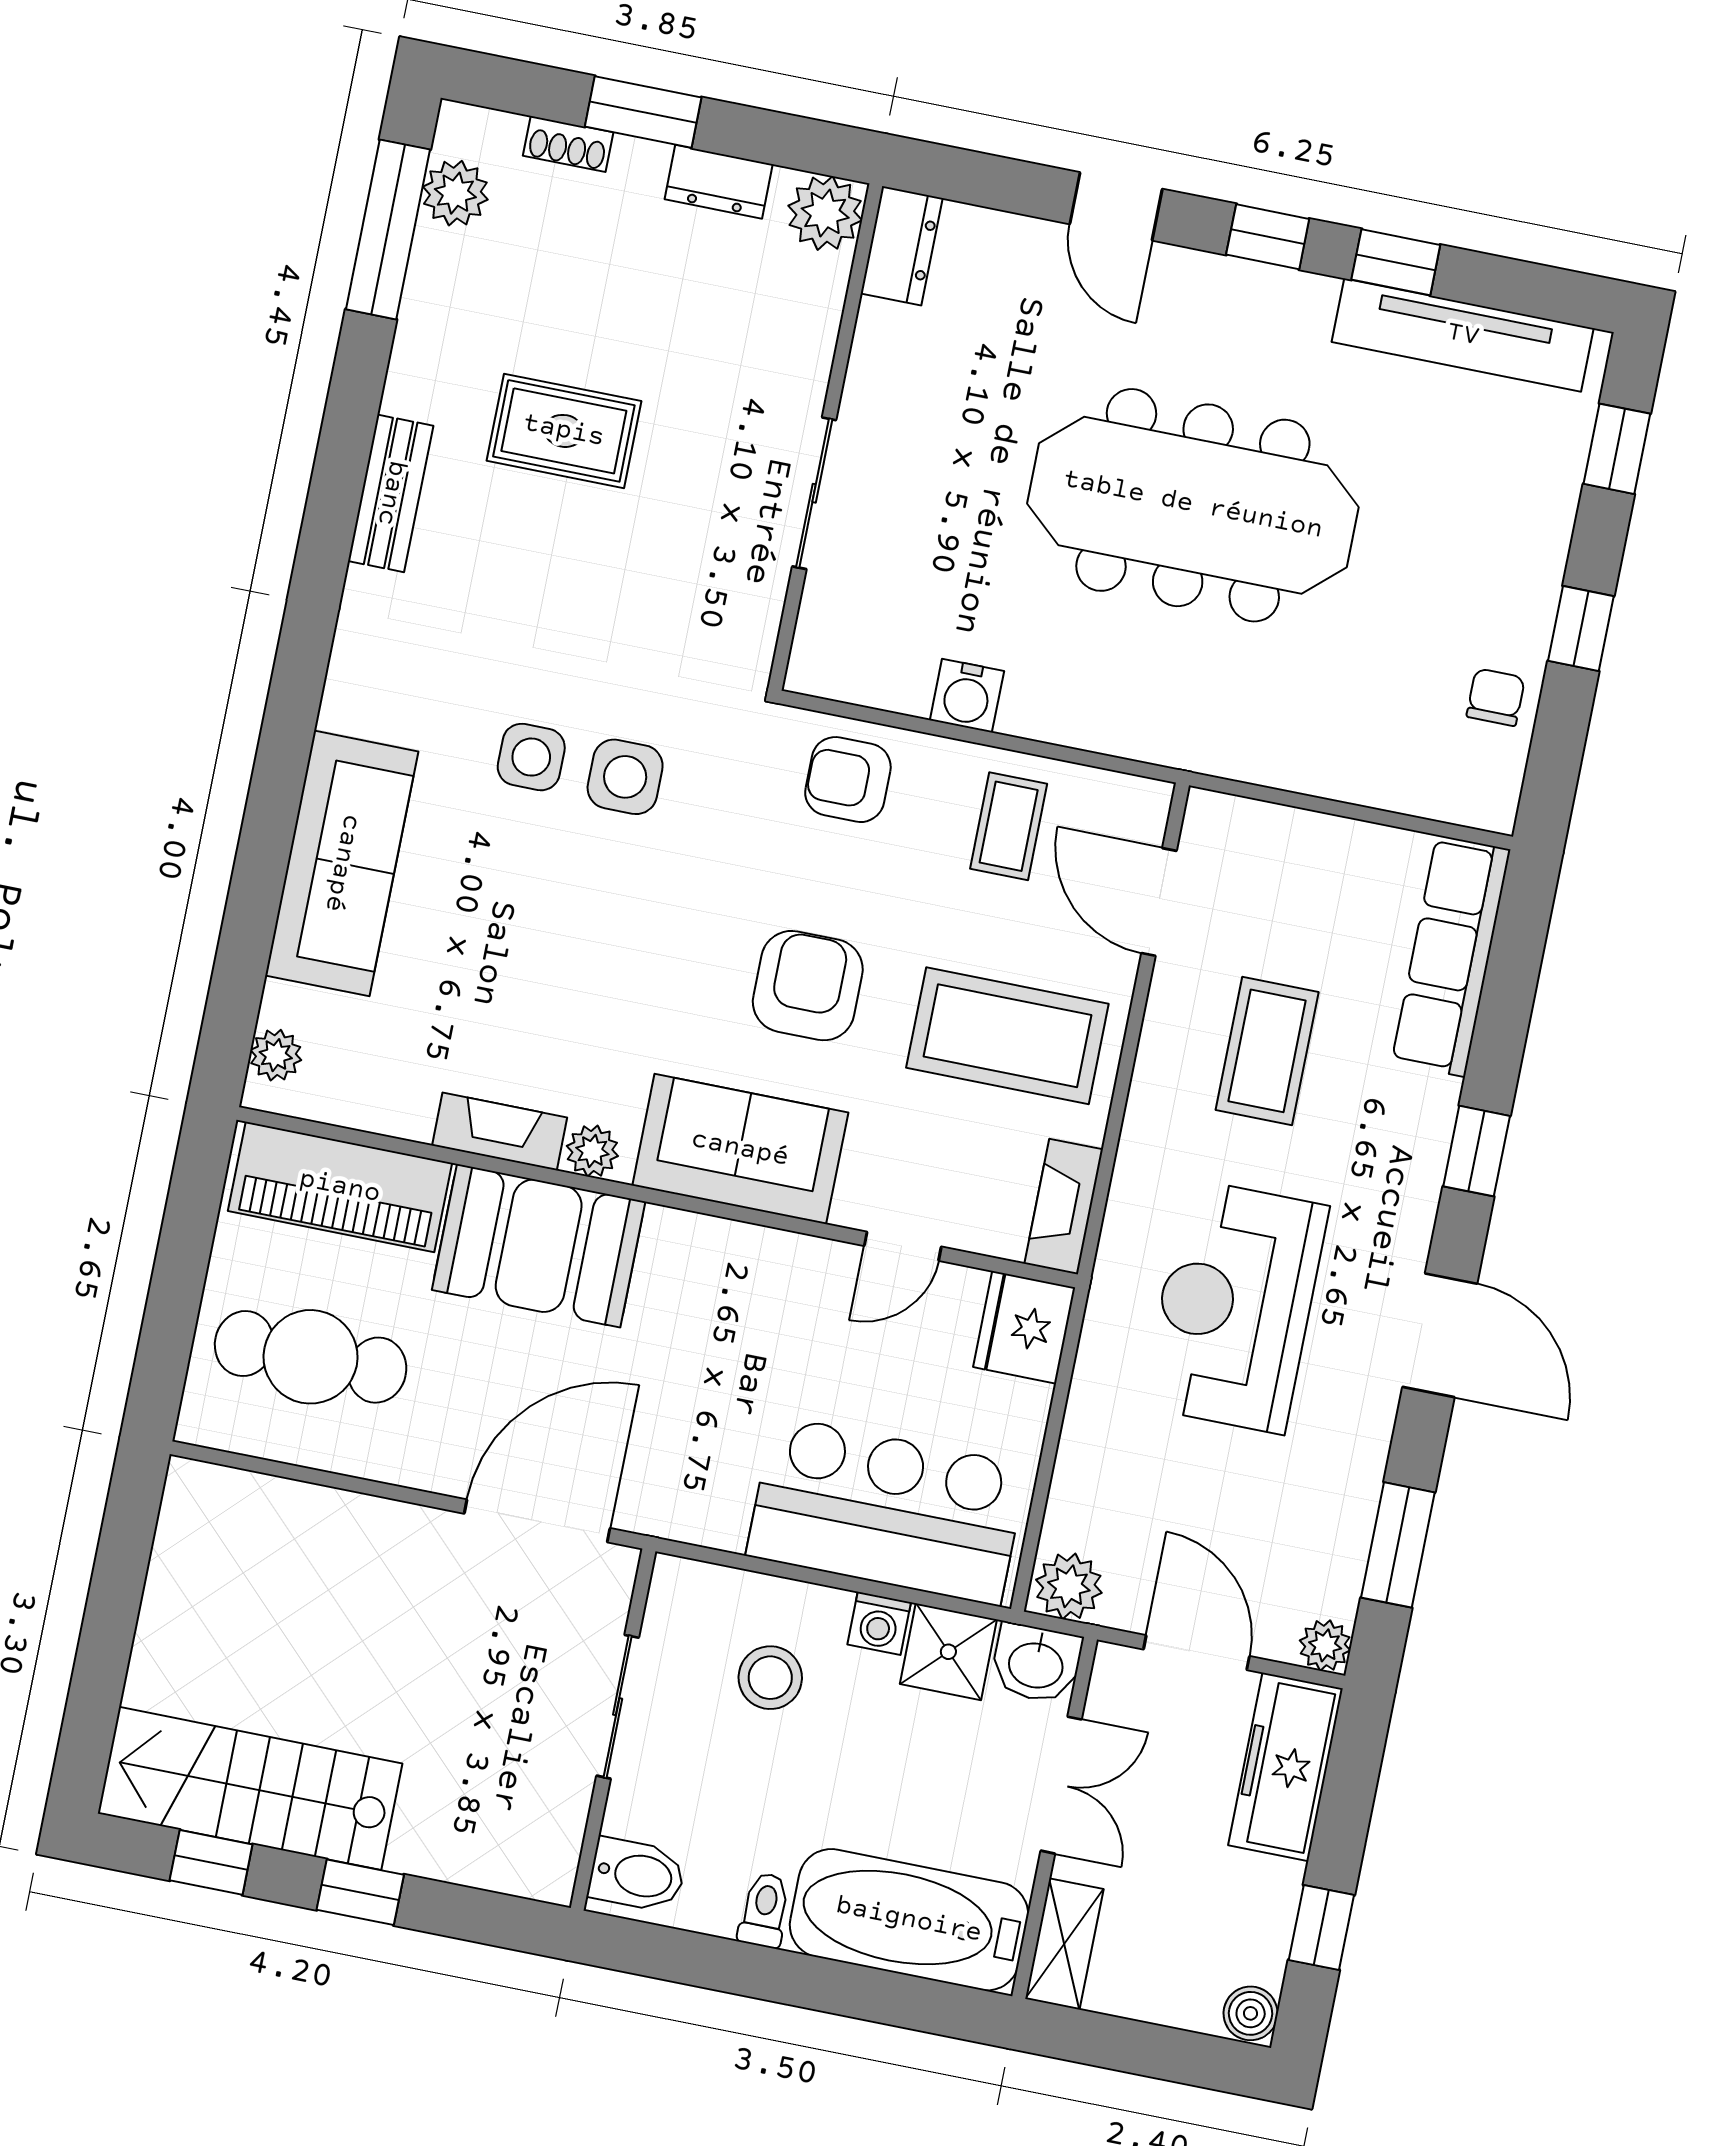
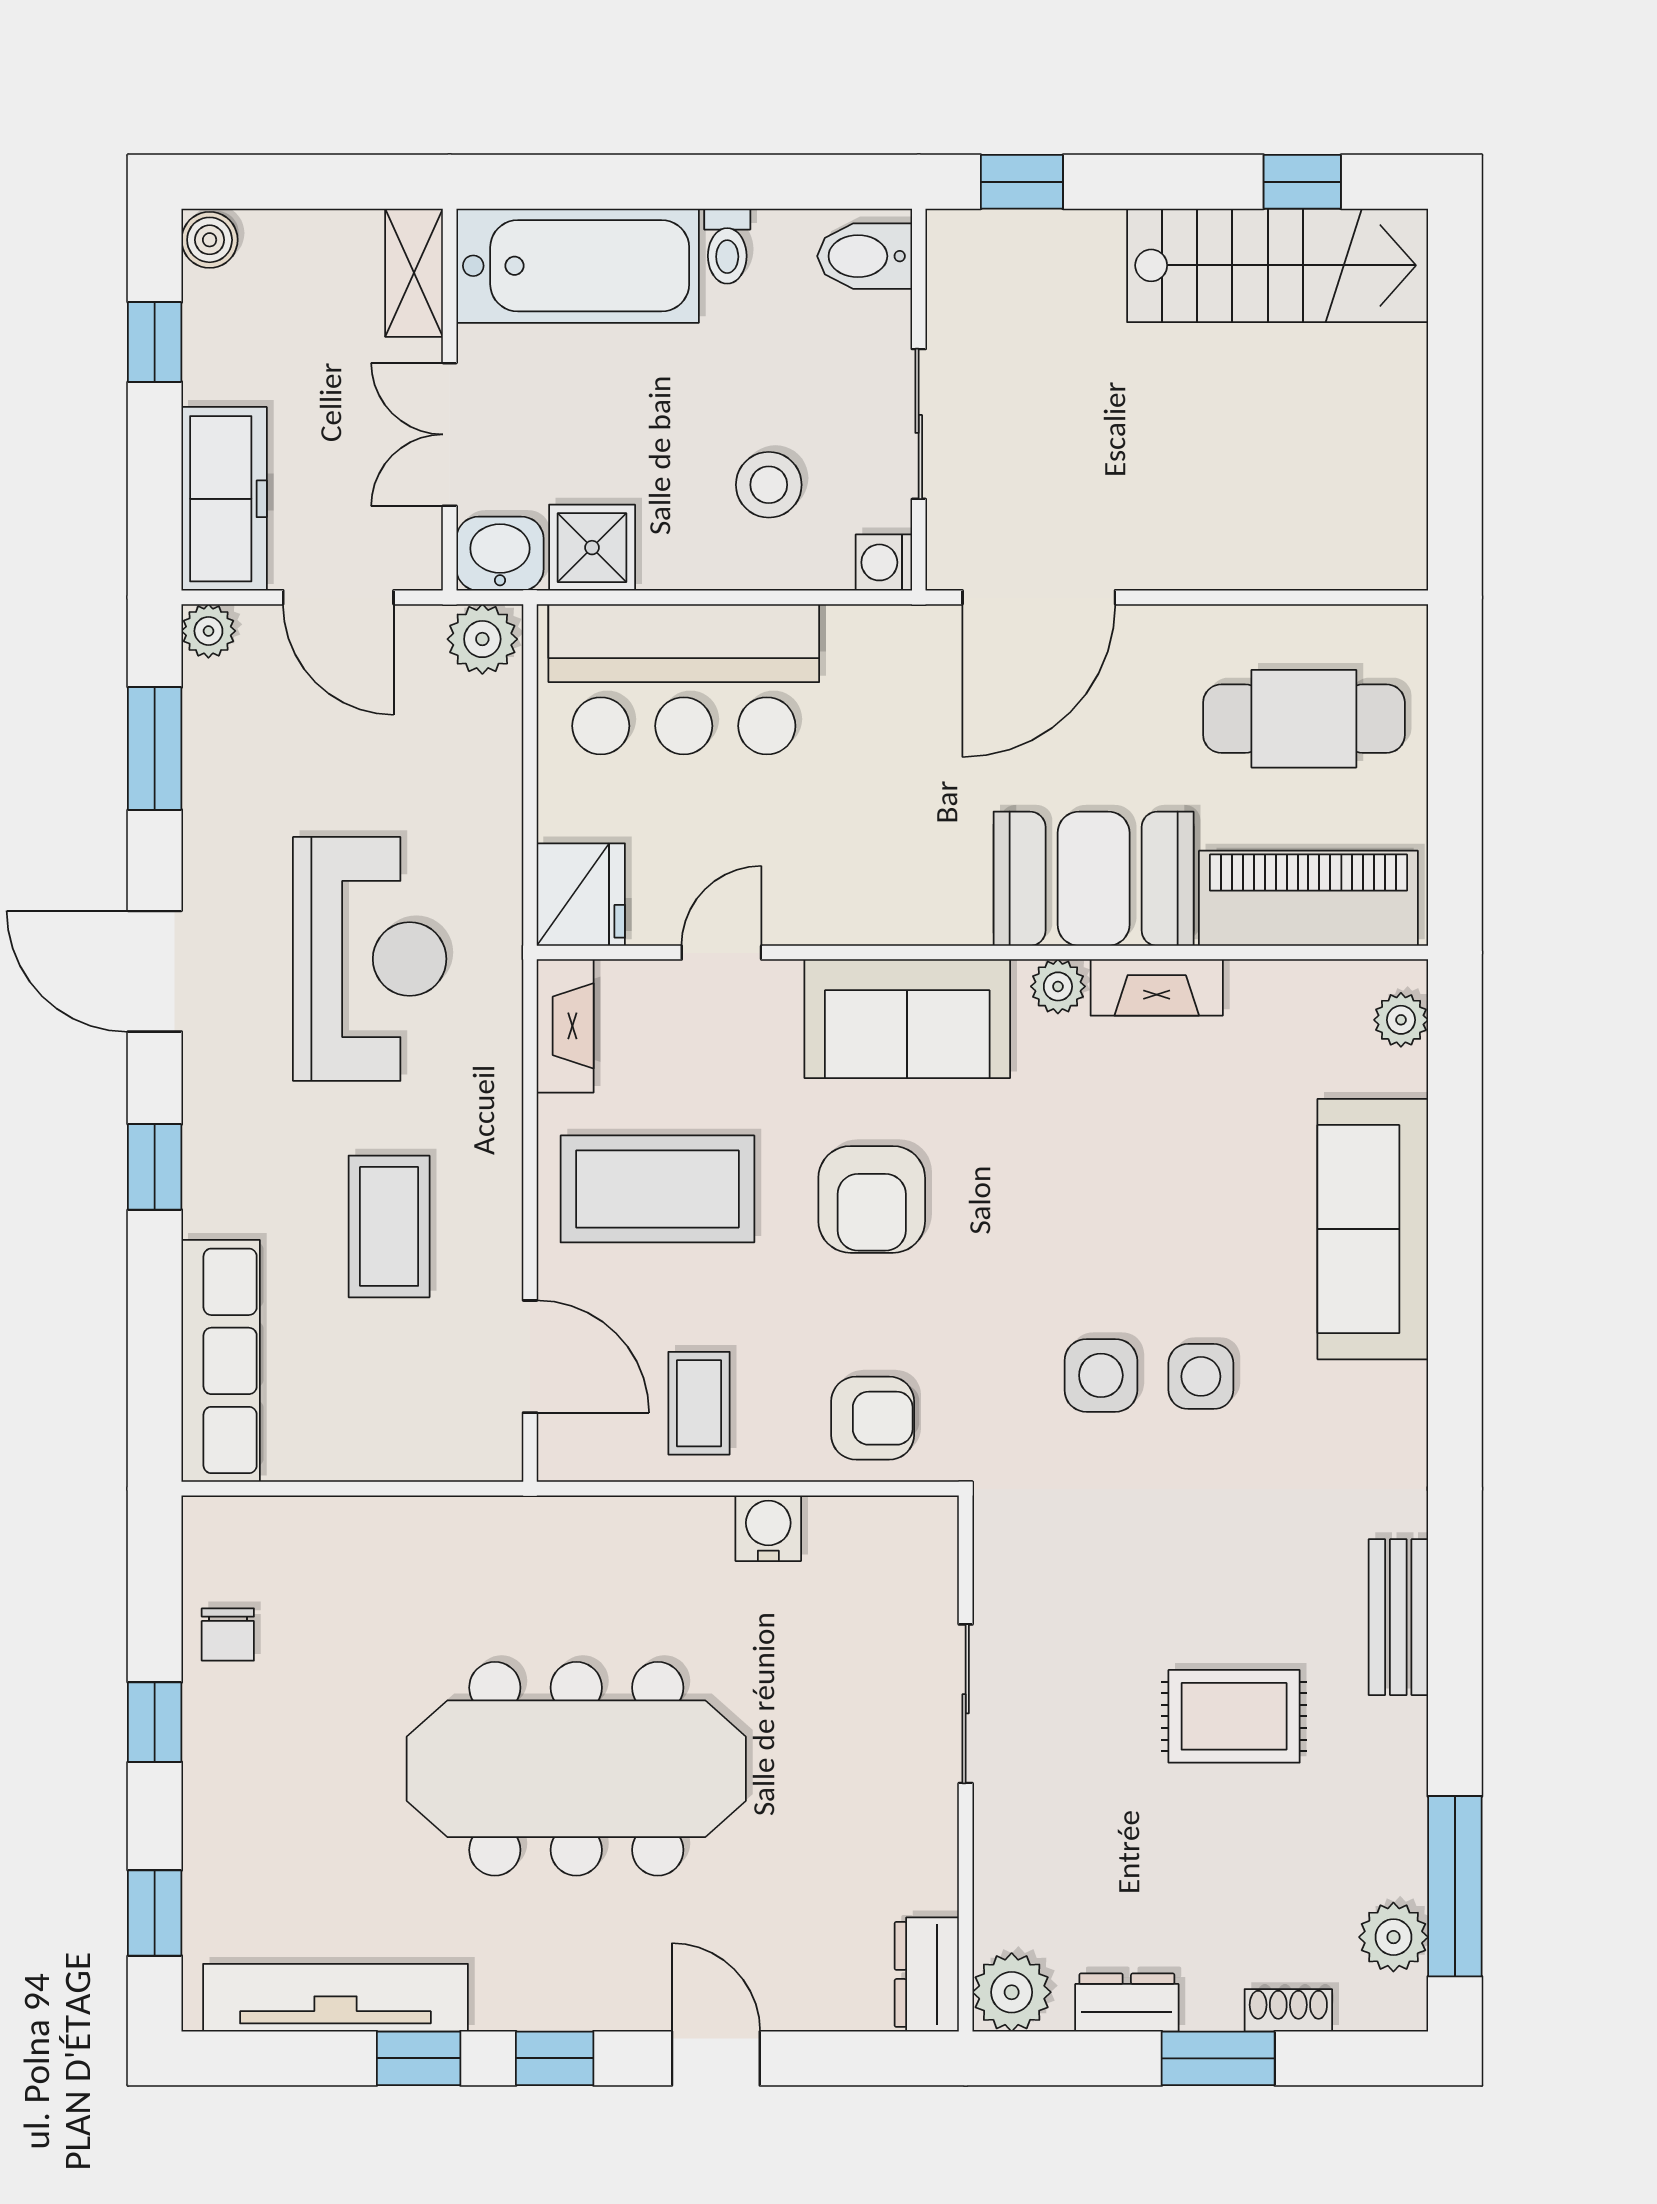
washing machine: (879, 1623) -> (884, 562), moved, turned -90
window: (360, 1892) -> (1022, 182), moved

